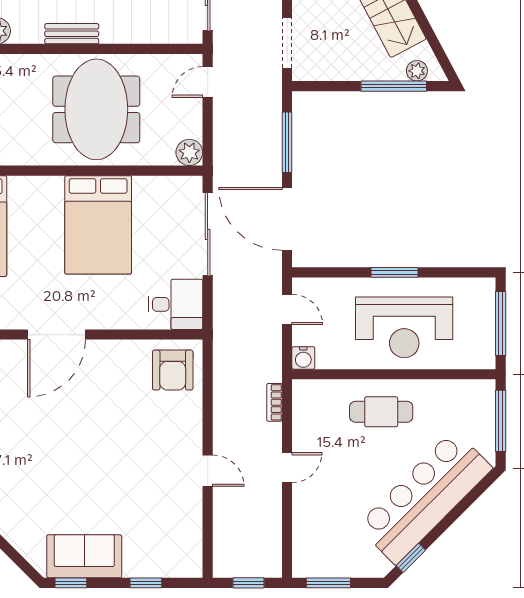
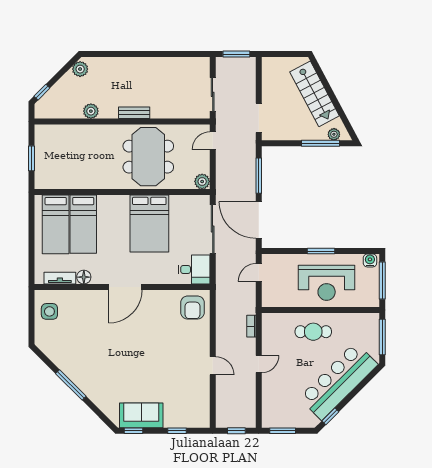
door: (287, 309) -> (259, 272), swing flipped
water cooler: (303, 358) -> (370, 260), moved, turned 180

